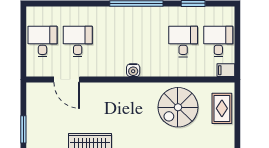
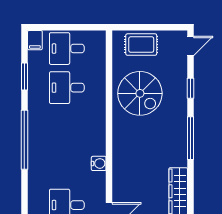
water cooler: (133, 70) -> (99, 163), moved
filing cabinet: (226, 70) -> (35, 40), moved

